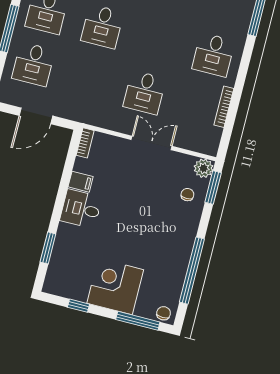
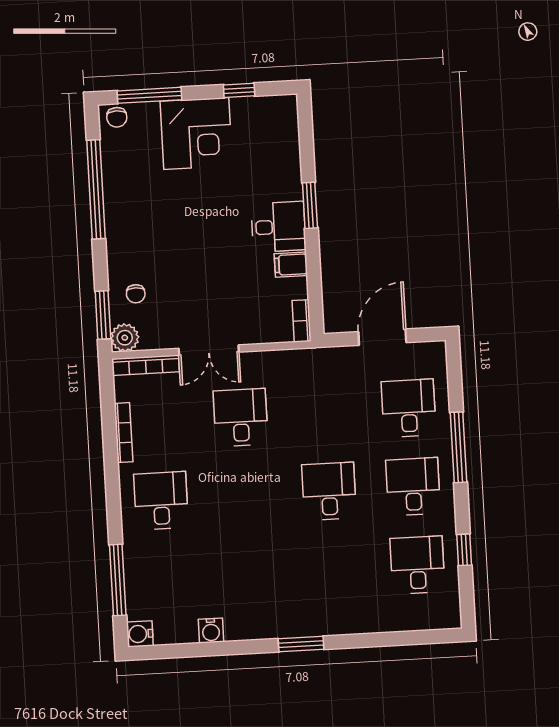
bookcase: (196, 146) -> (146, 365), added
window: (48, 248) -> (310, 205), moved

